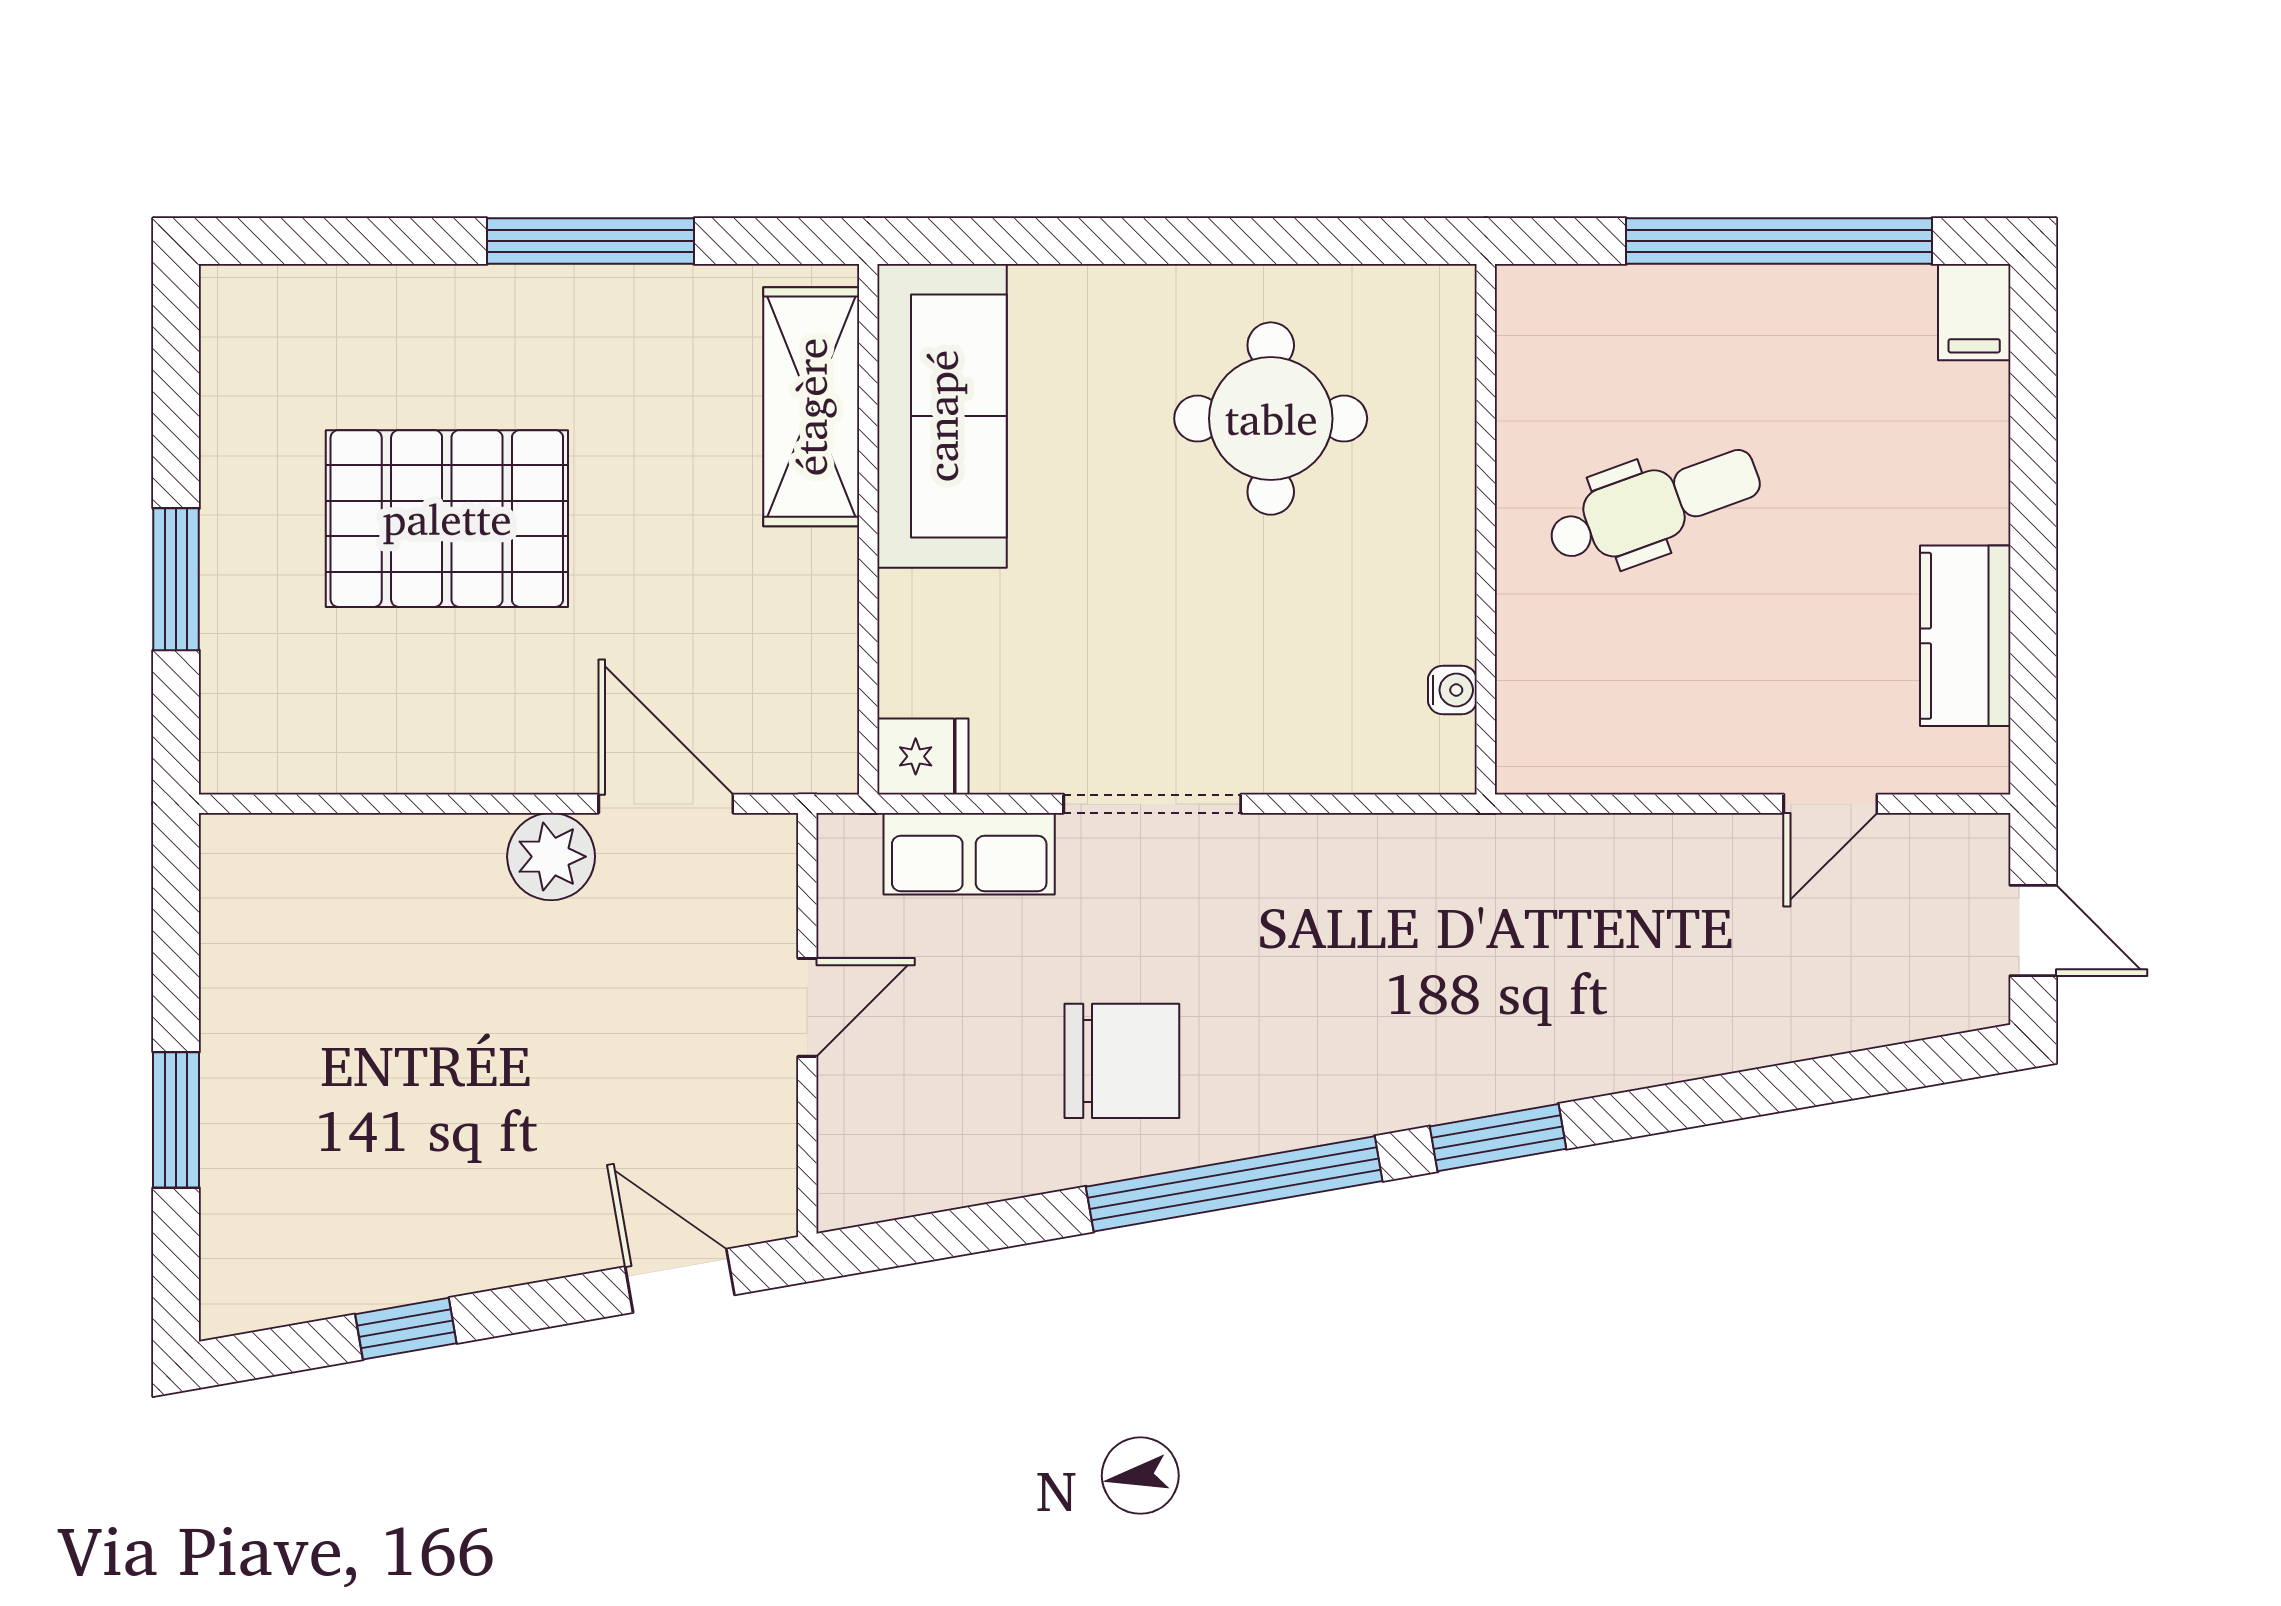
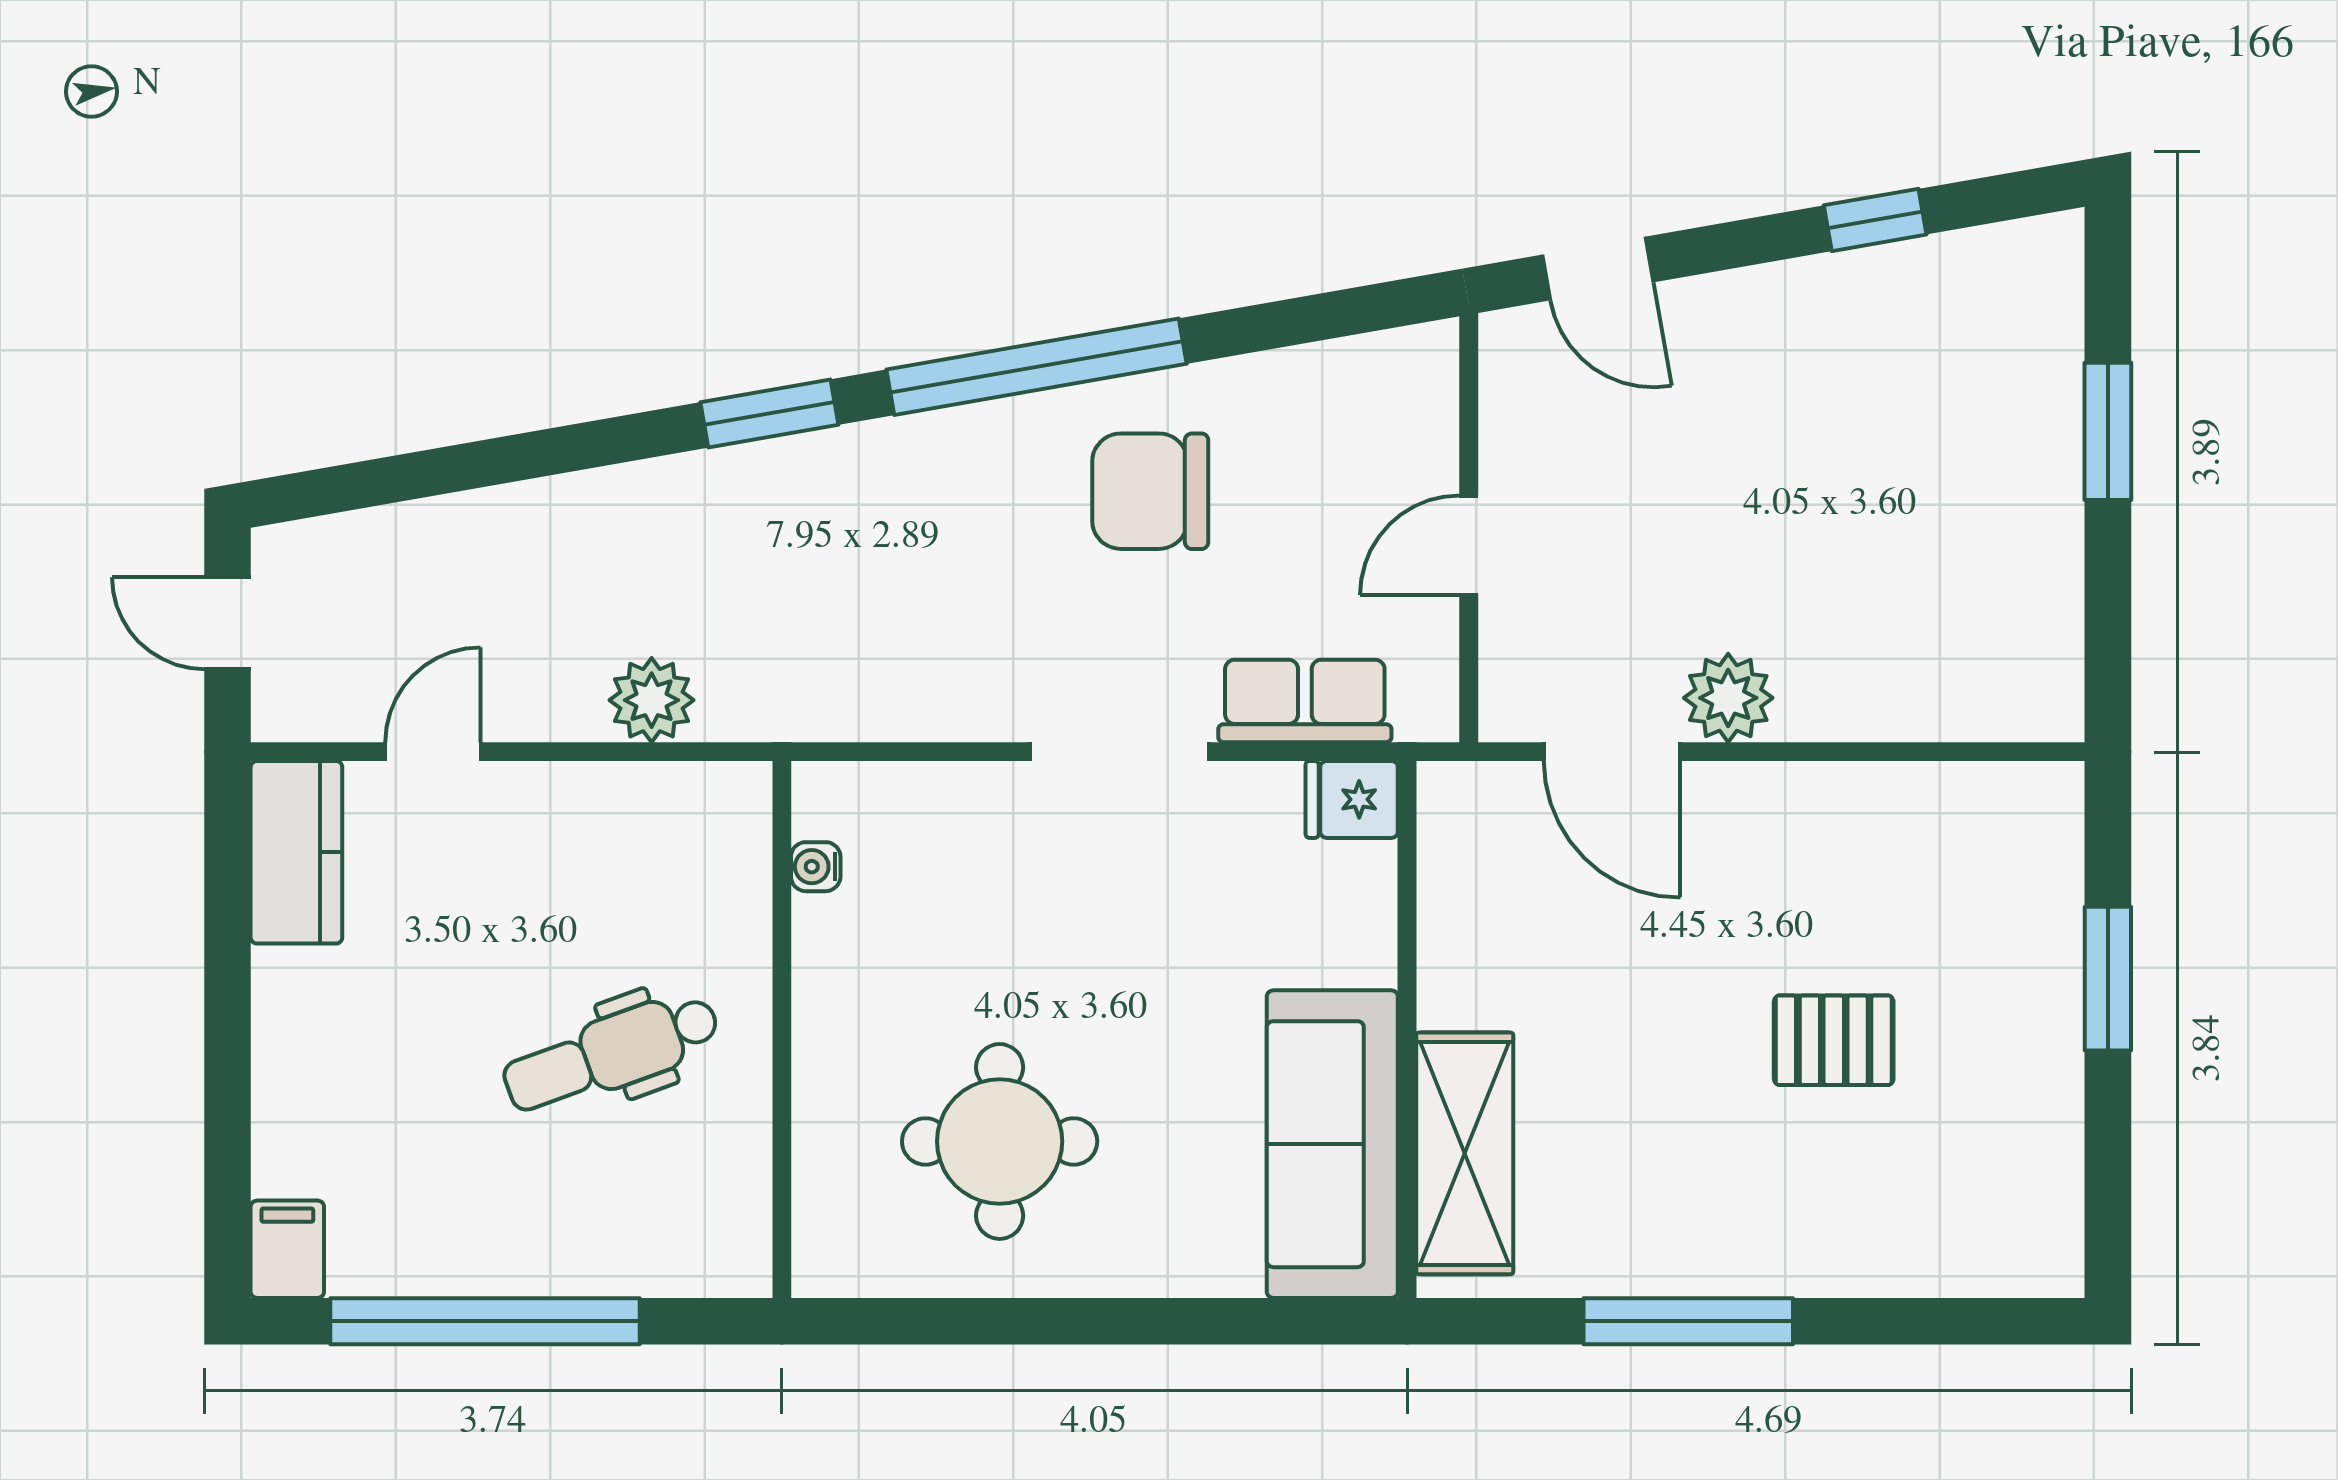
pallet: (447, 519) -> (1834, 1040), width x0.49, depth x0.50
kitchen counter: (1965, 636) -> (296, 852), moved
plant: (1615, 854) -> (652, 700), added

